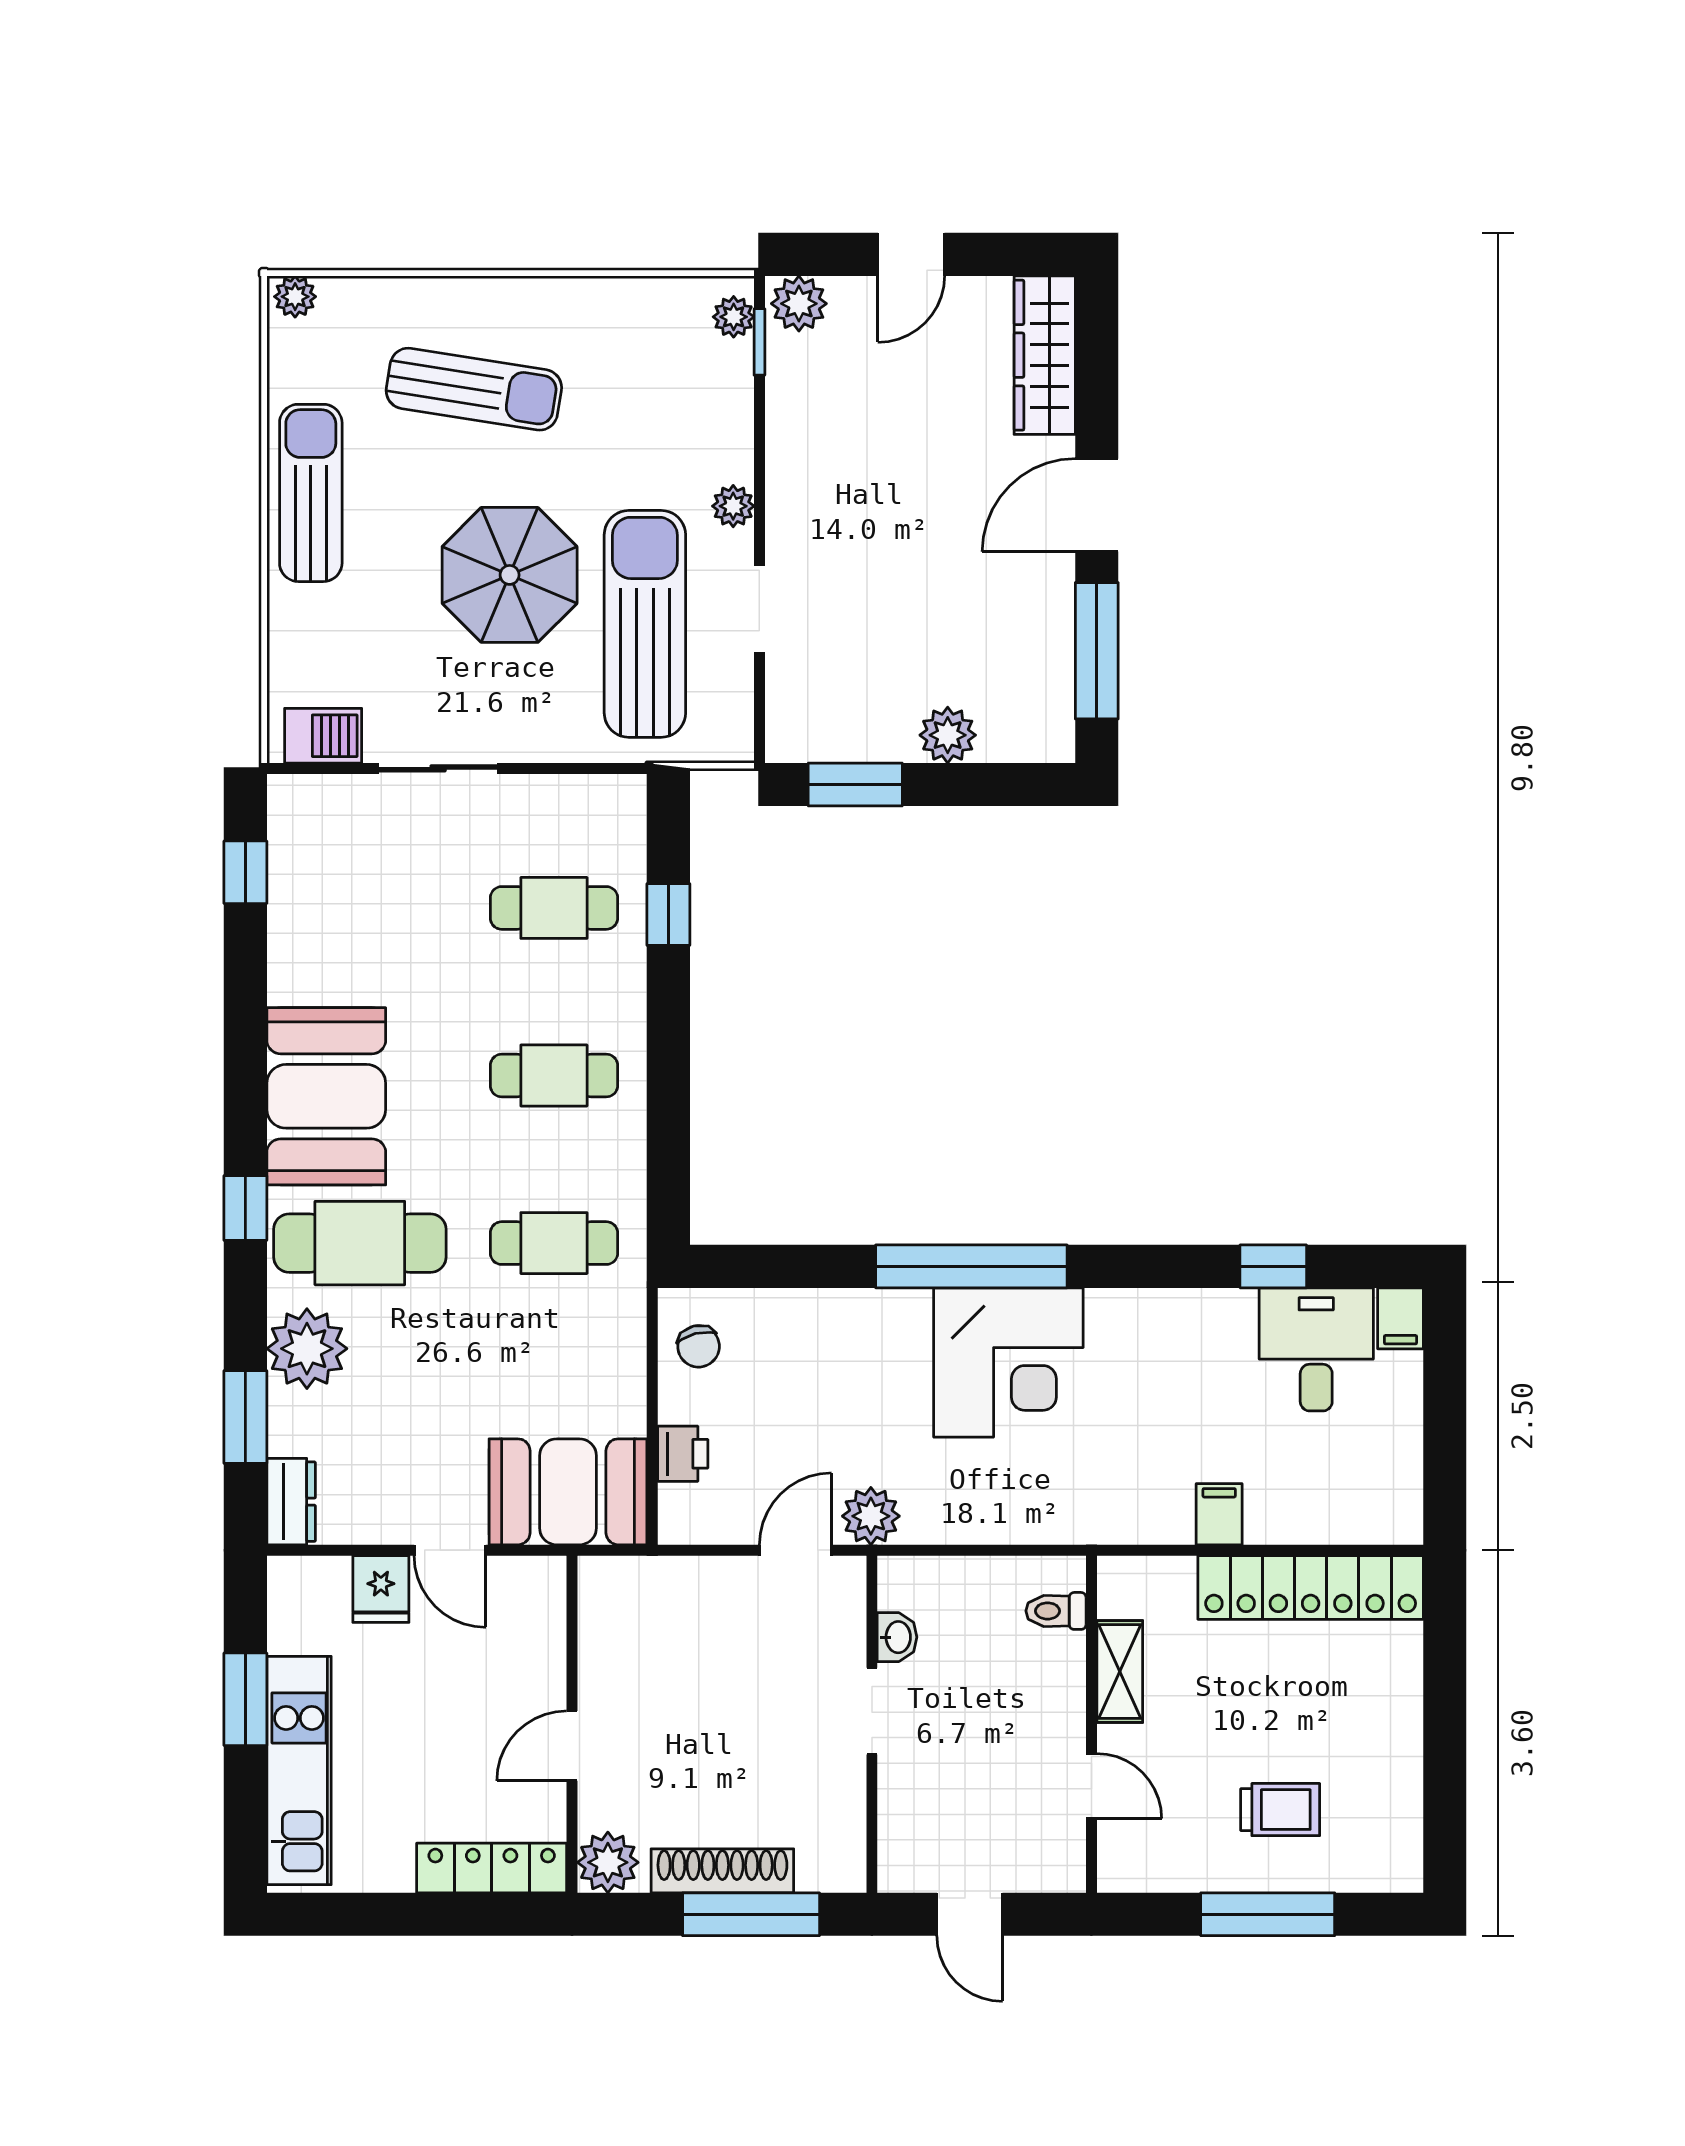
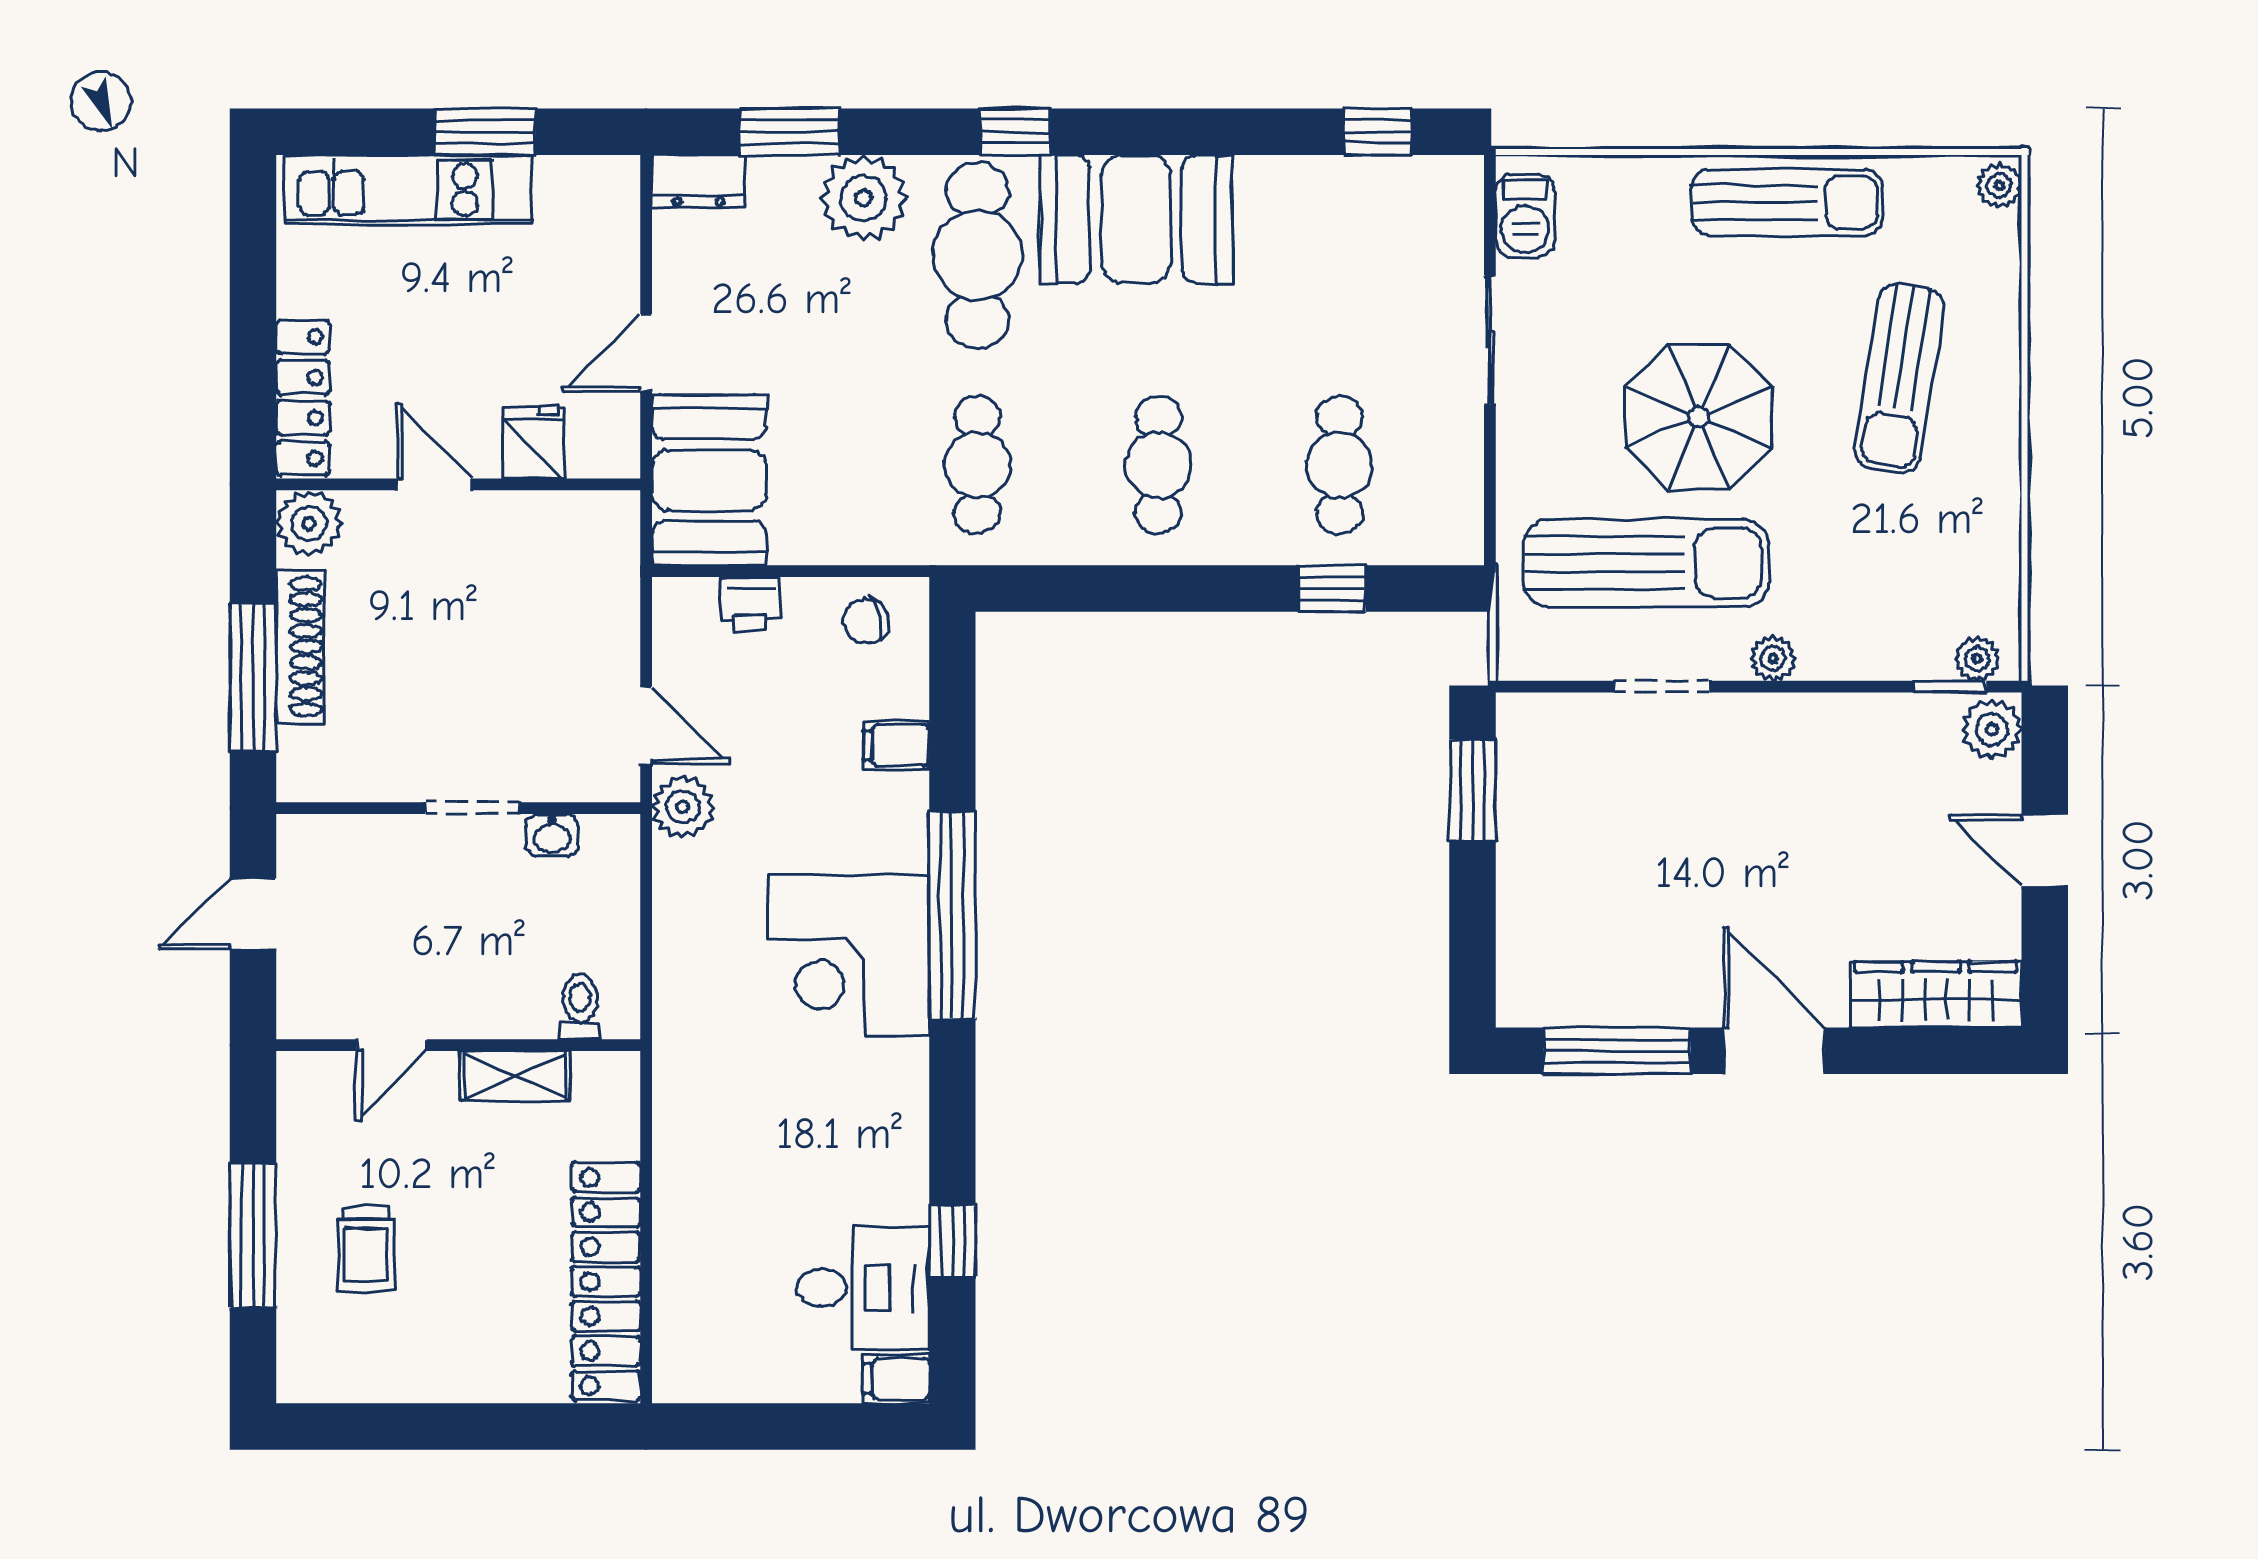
plant: (948, 735) -> (1526, 890), removed
filing cabinet: (1219, 1514) -> (896, 746), moved, turned 180
fridge: (381, 1589) -> (533, 443), moved, turned 90

